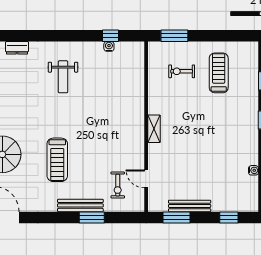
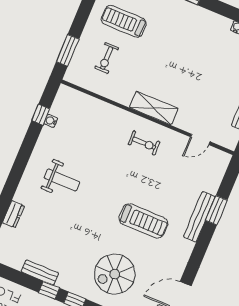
shelving: (154, 129) -> (154, 108), width x1.50, depth x1.33
exercise bike: (118, 185) -> (144, 143), moved

